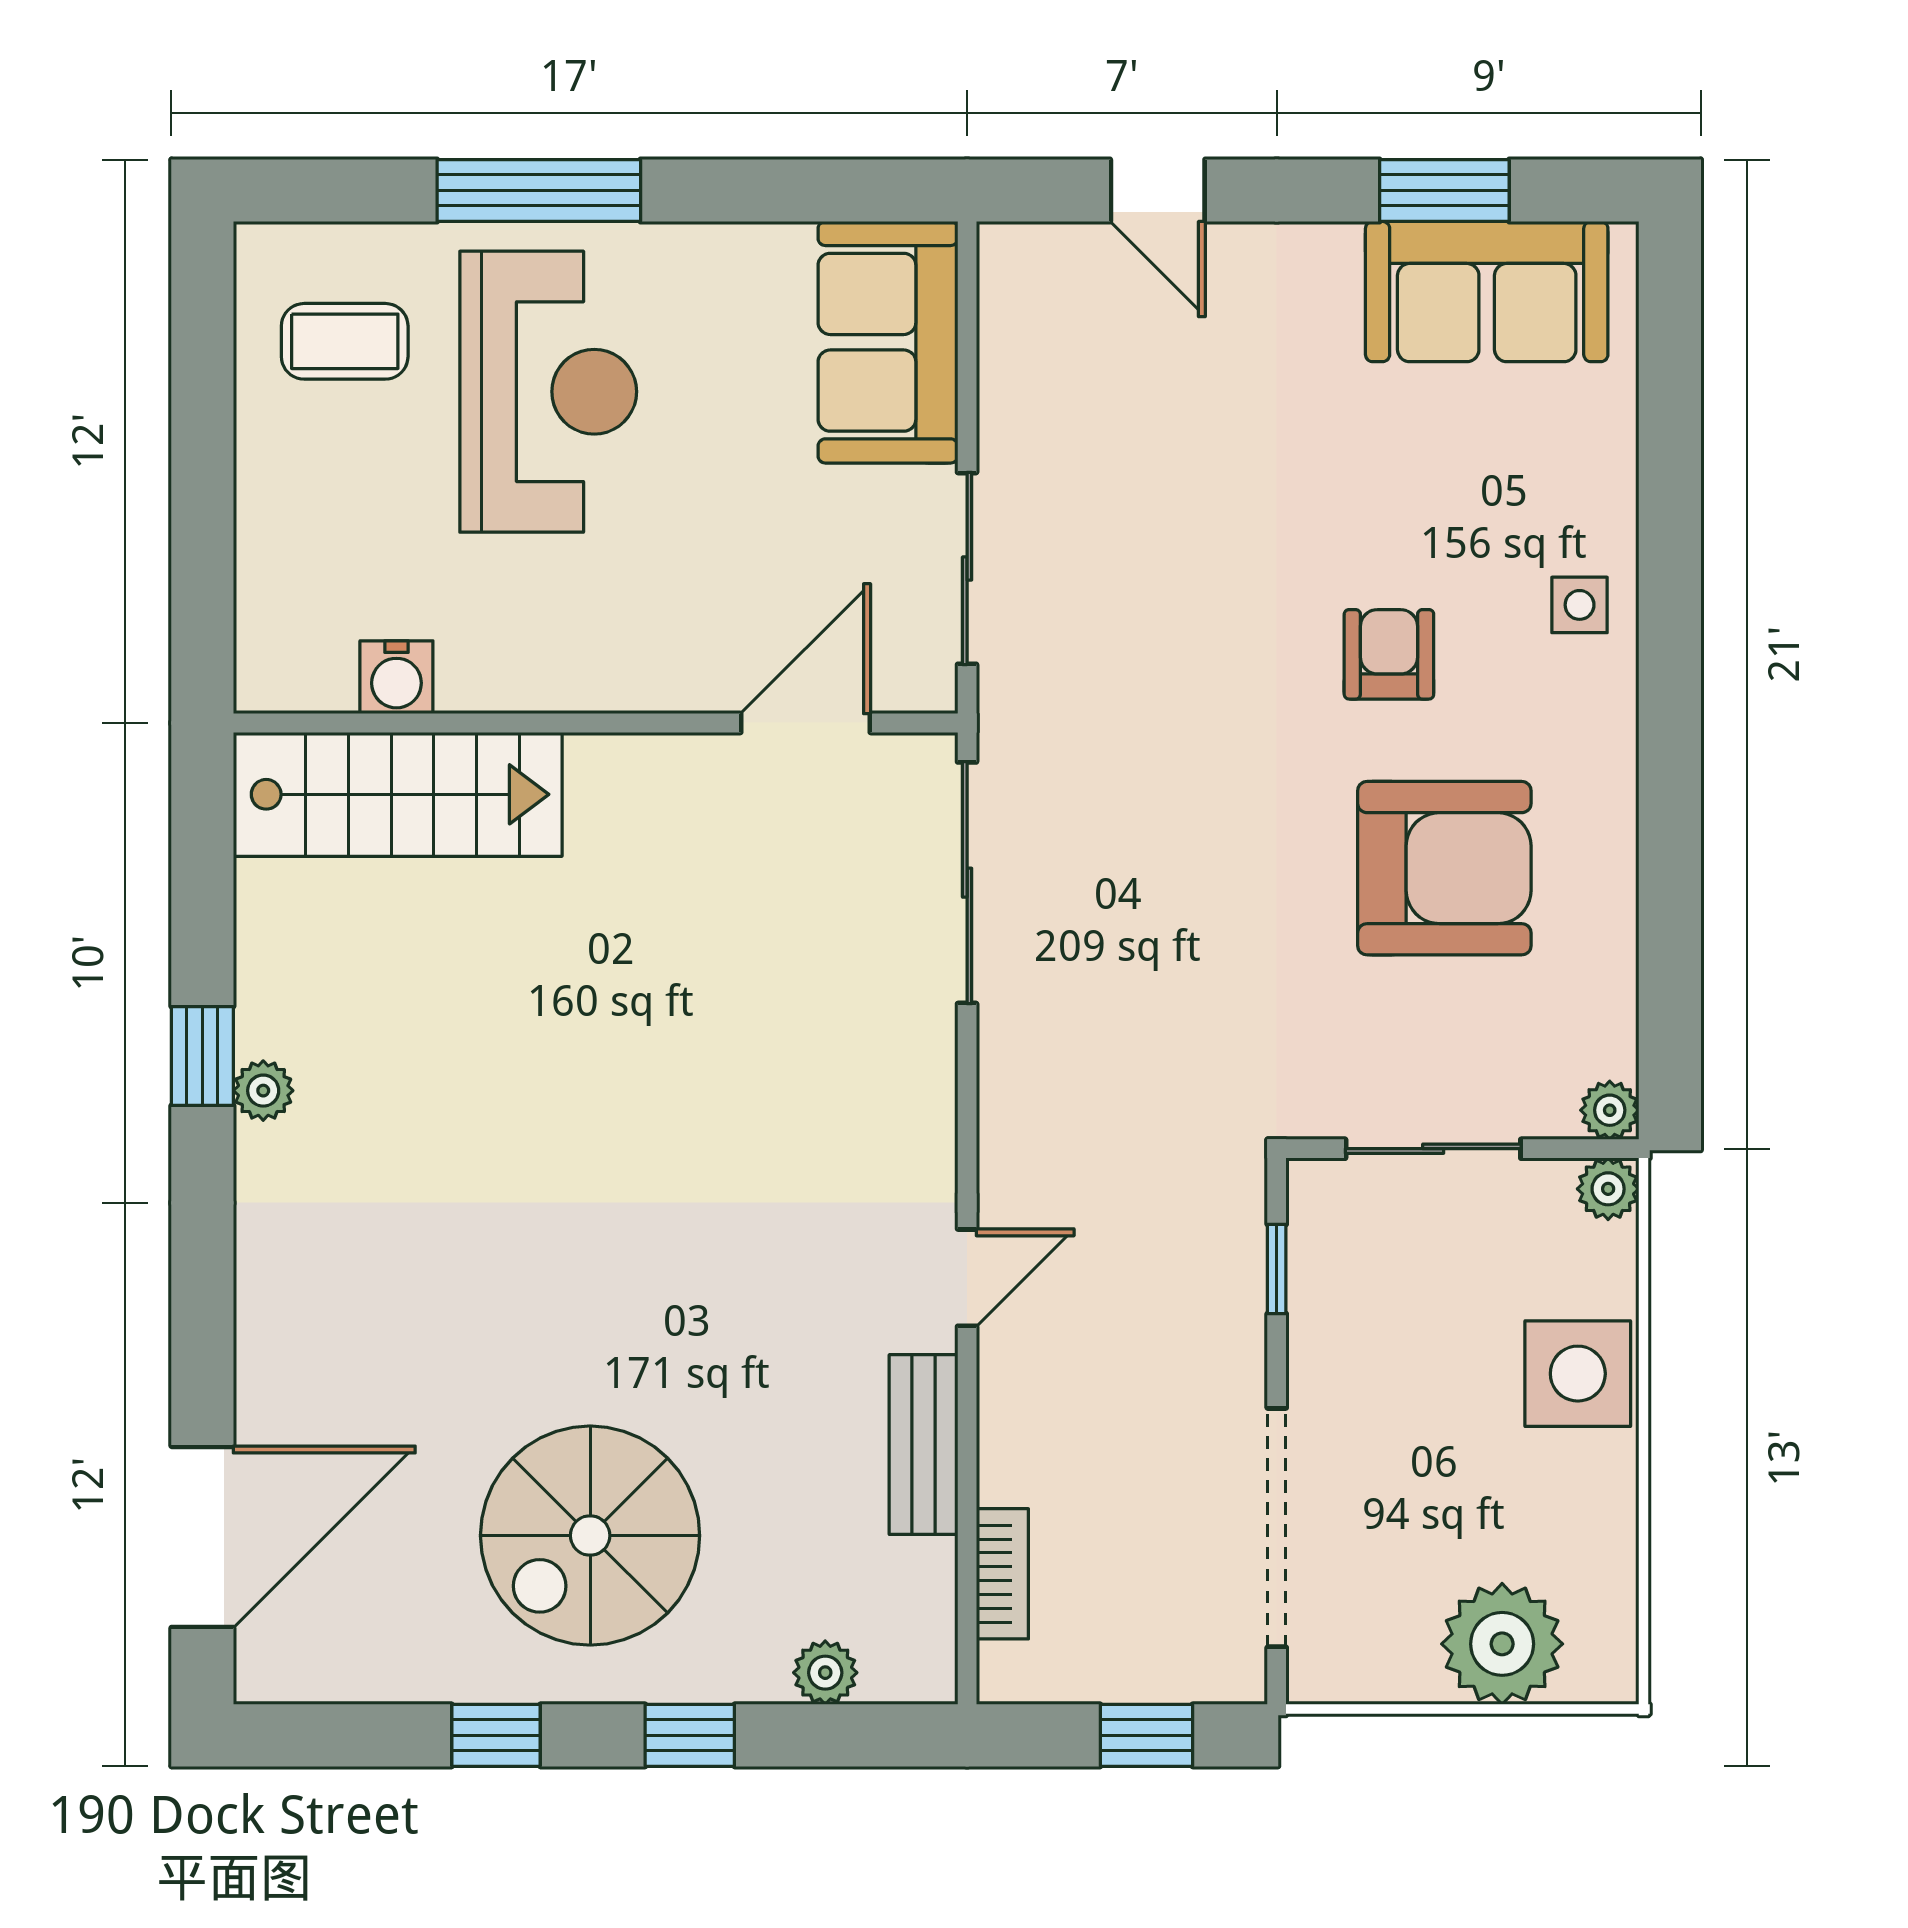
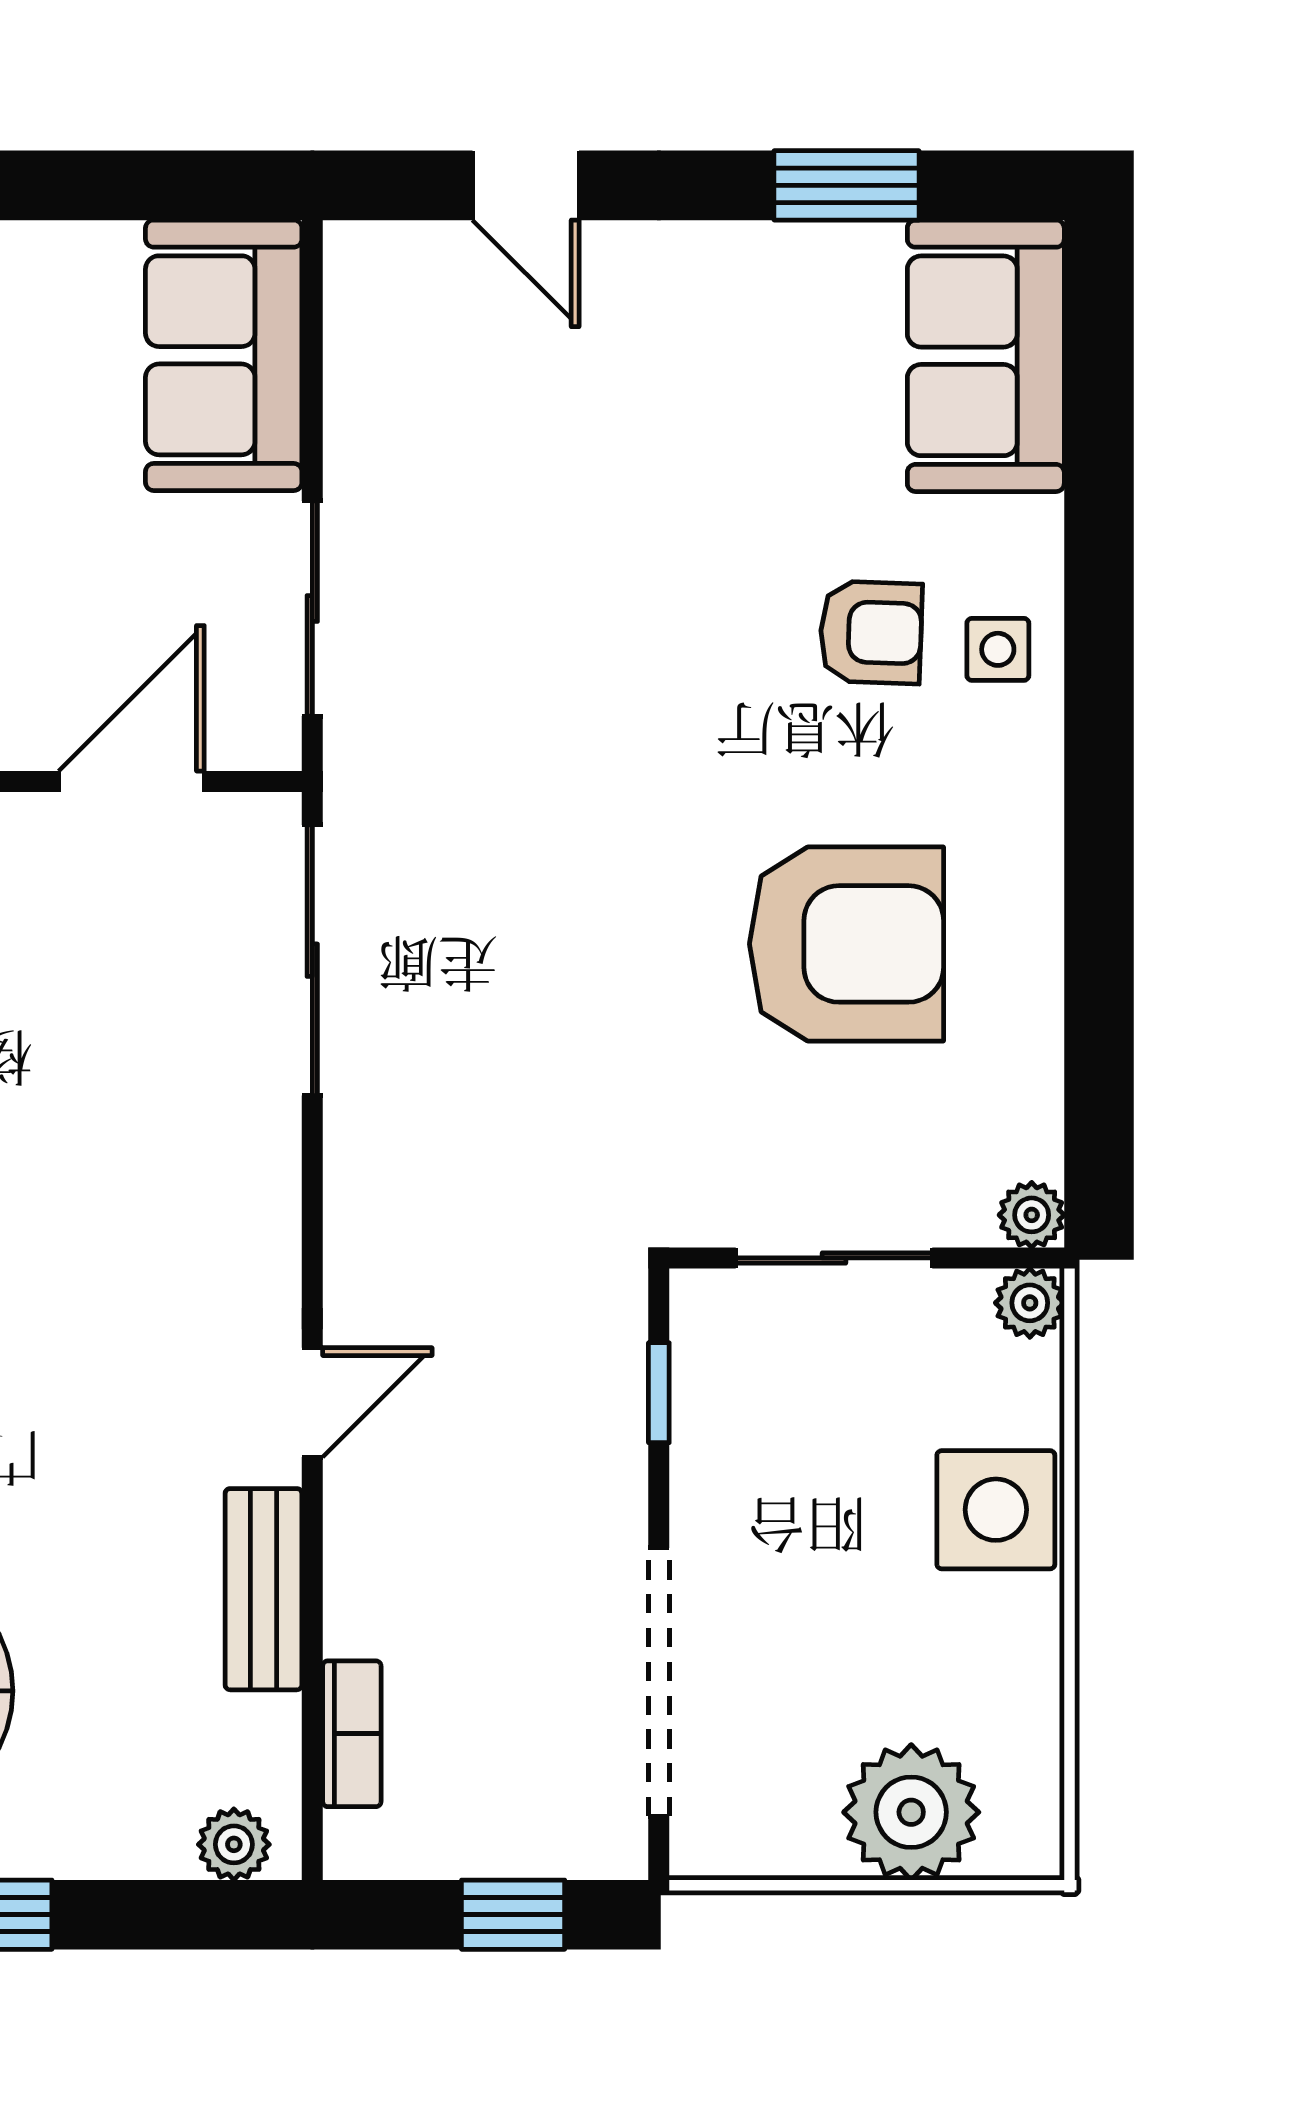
sofa: (1487, 292) -> (986, 356), moved, turned 90
armchair: (1389, 654) -> (871, 632), moved, turned 92
plant: (825, 1673) -> (234, 1844), moved

